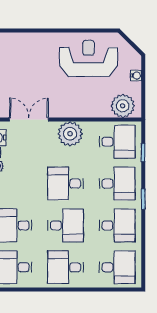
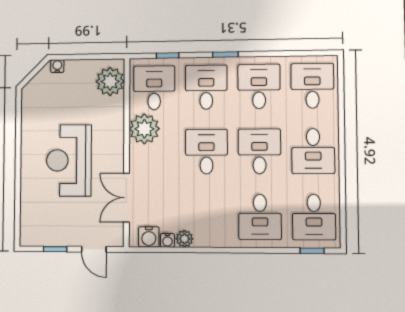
reception desk: (89, 58) -> (69, 160), moved
water cooler: (136, 76) -> (57, 66), moved
plant: (70, 134) -> (144, 129), moved
desk: (66, 184) -> (206, 152), turned 180

